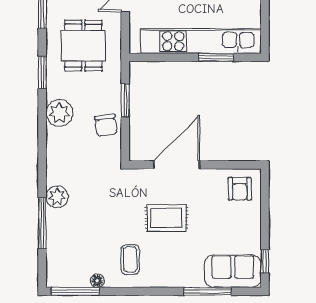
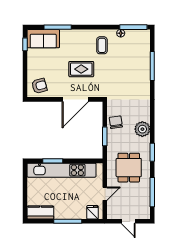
armchair: (240, 189) -> (39, 86), turned 75
plant: (57, 197) -> (144, 81), removed

